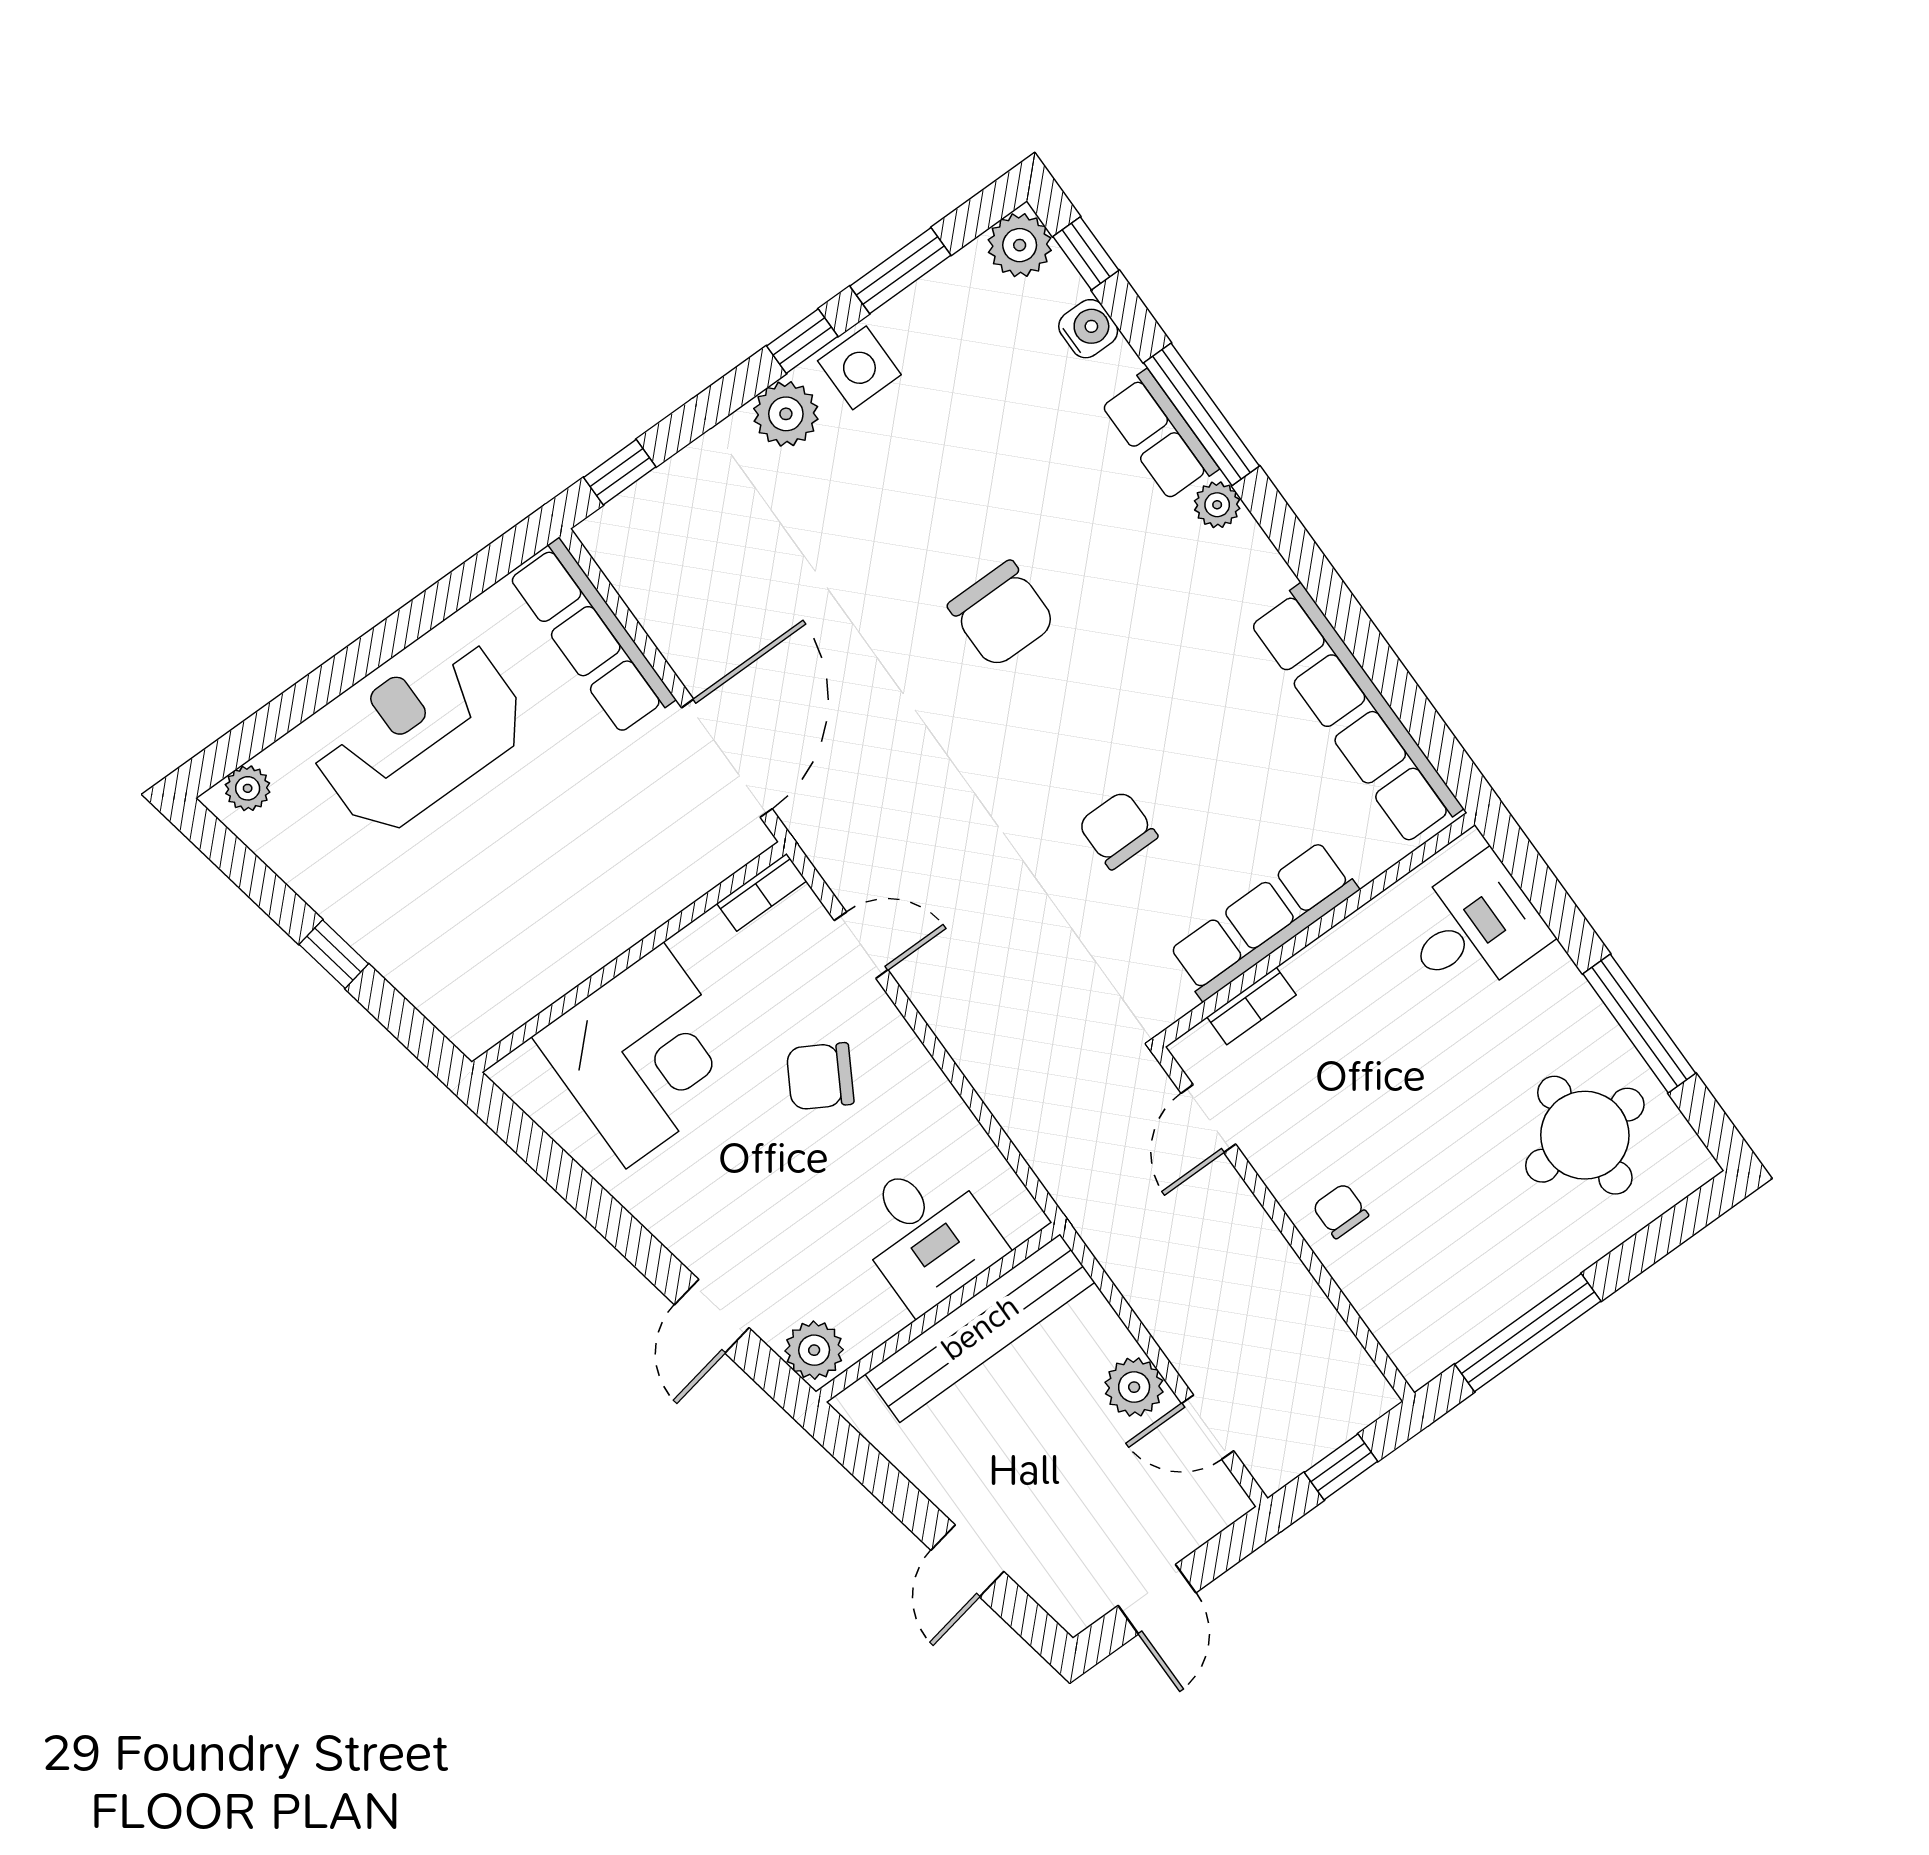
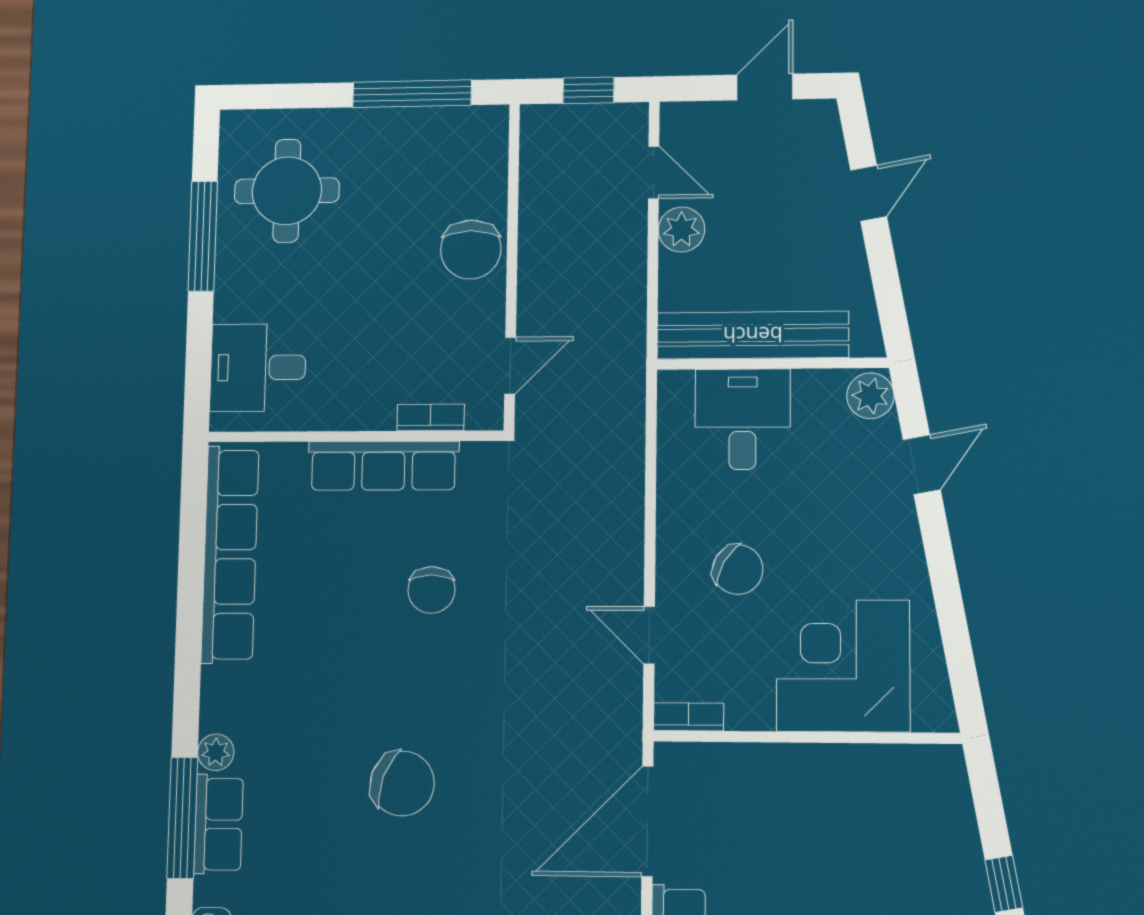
chair: (1002, 614) -> (402, 783), turned 110
chair: (1340, 1211) -> (471, 250), width x1.87, depth x1.87

